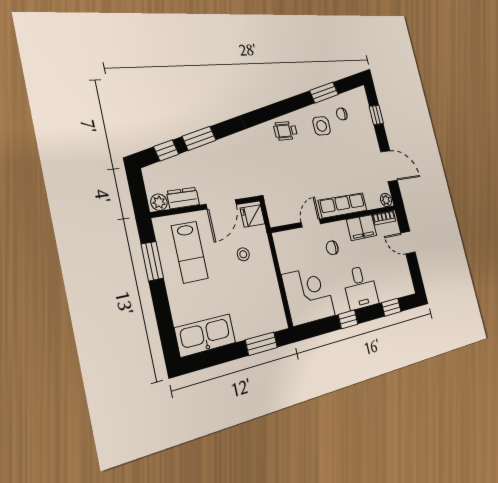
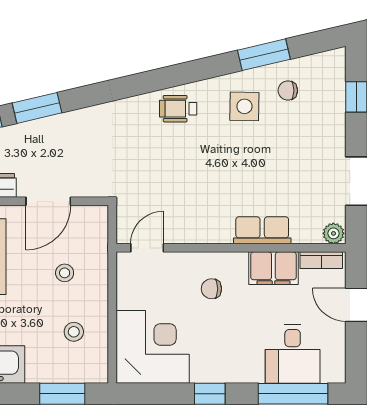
row of seats: (343, 205) -> (262, 230), width x0.68
fridge: (252, 216) -> (92, 224), removed
door: (311, 223) -> (147, 248), moved
desk: (360, 287) -> (293, 354), moved
stool: (259, 296) -> (74, 332), added
window: (391, 307) -> (293, 394), width x2.17

